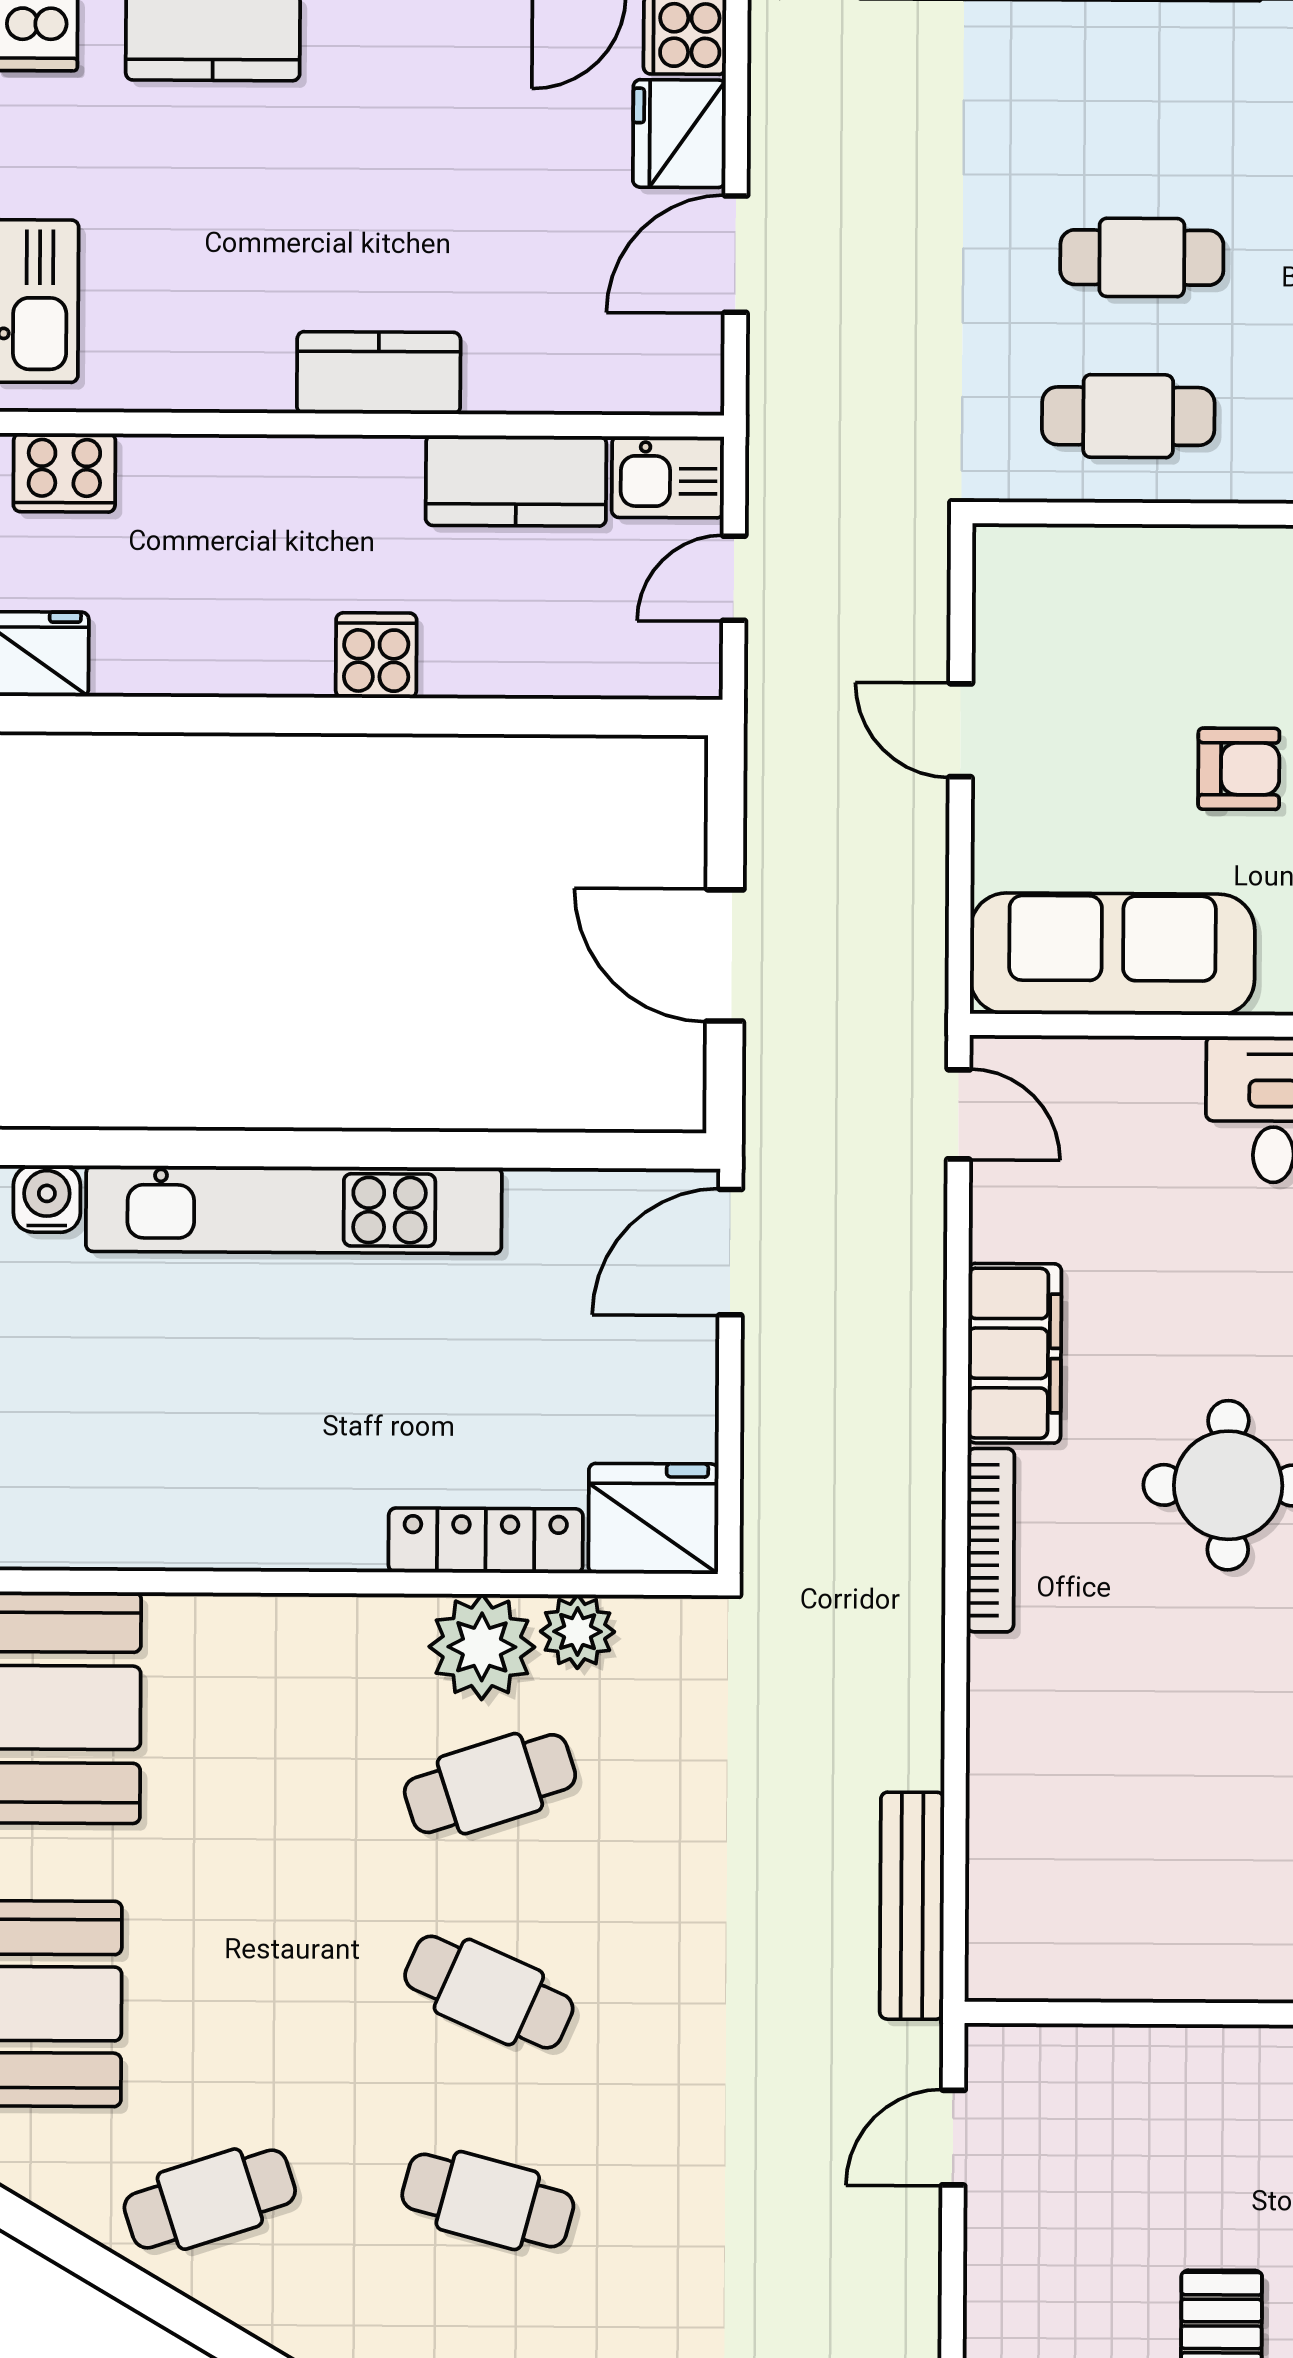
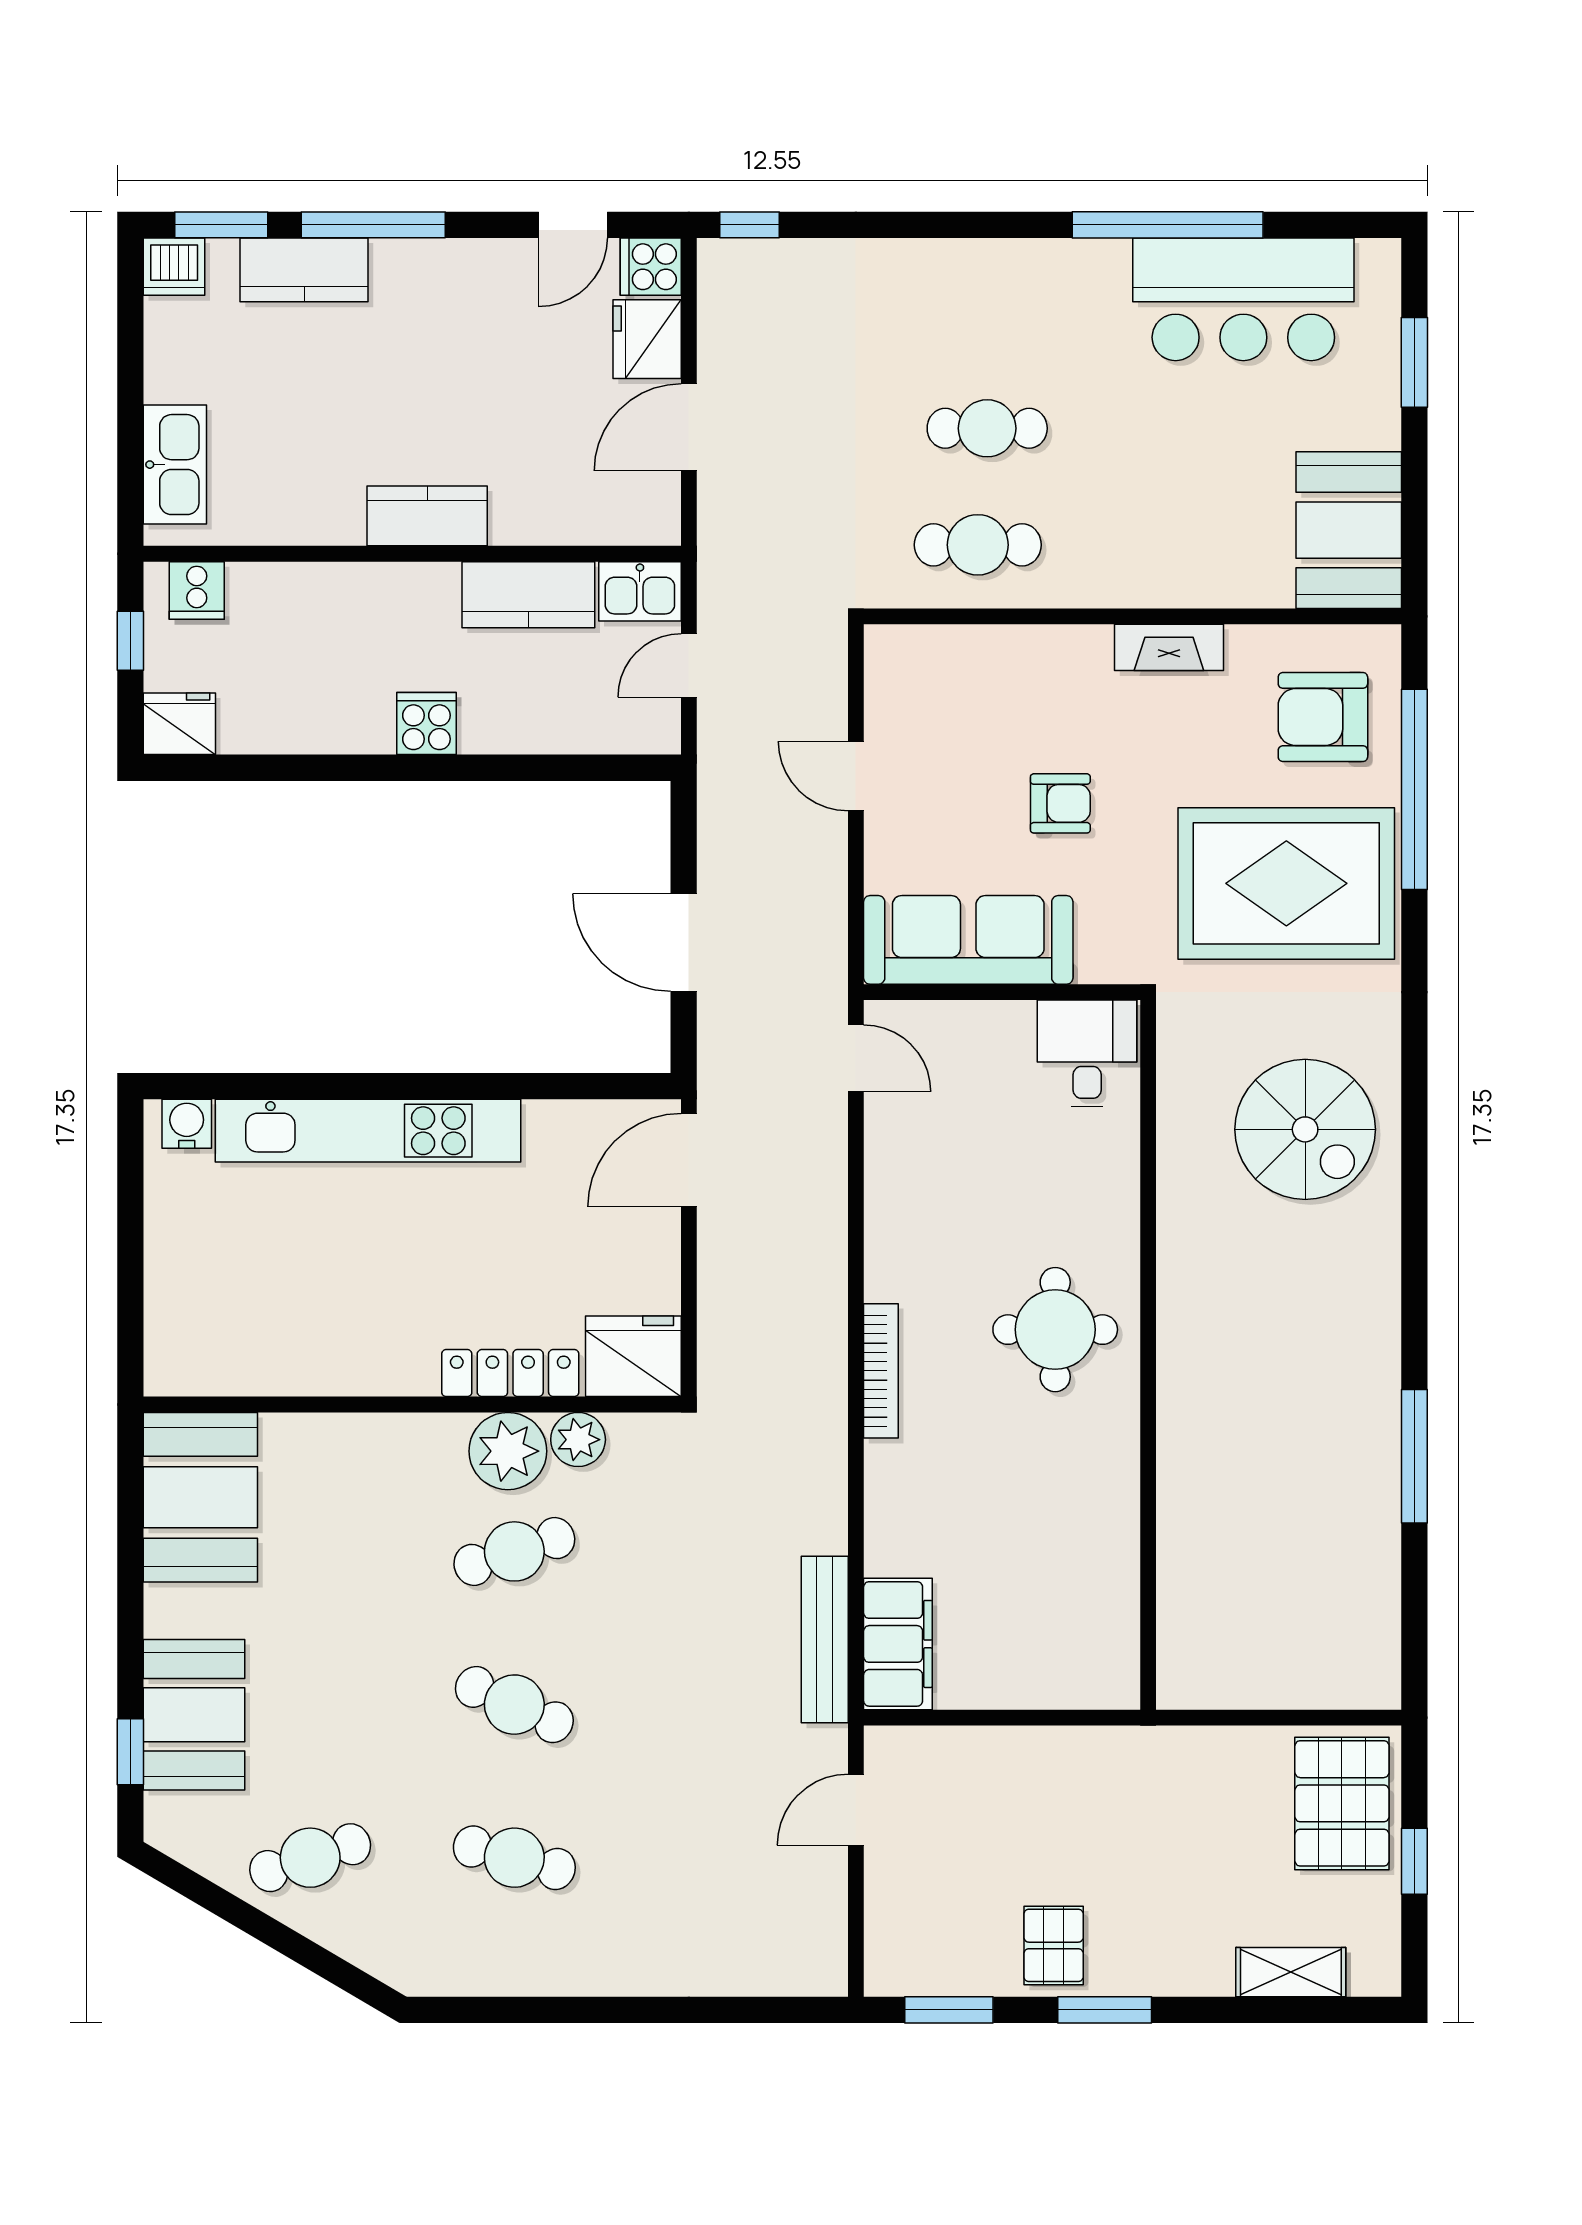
cooker: (64, 473) -> (197, 590), width x0.73
filing cabinet: (1015, 1353) -> (898, 1644), moved

